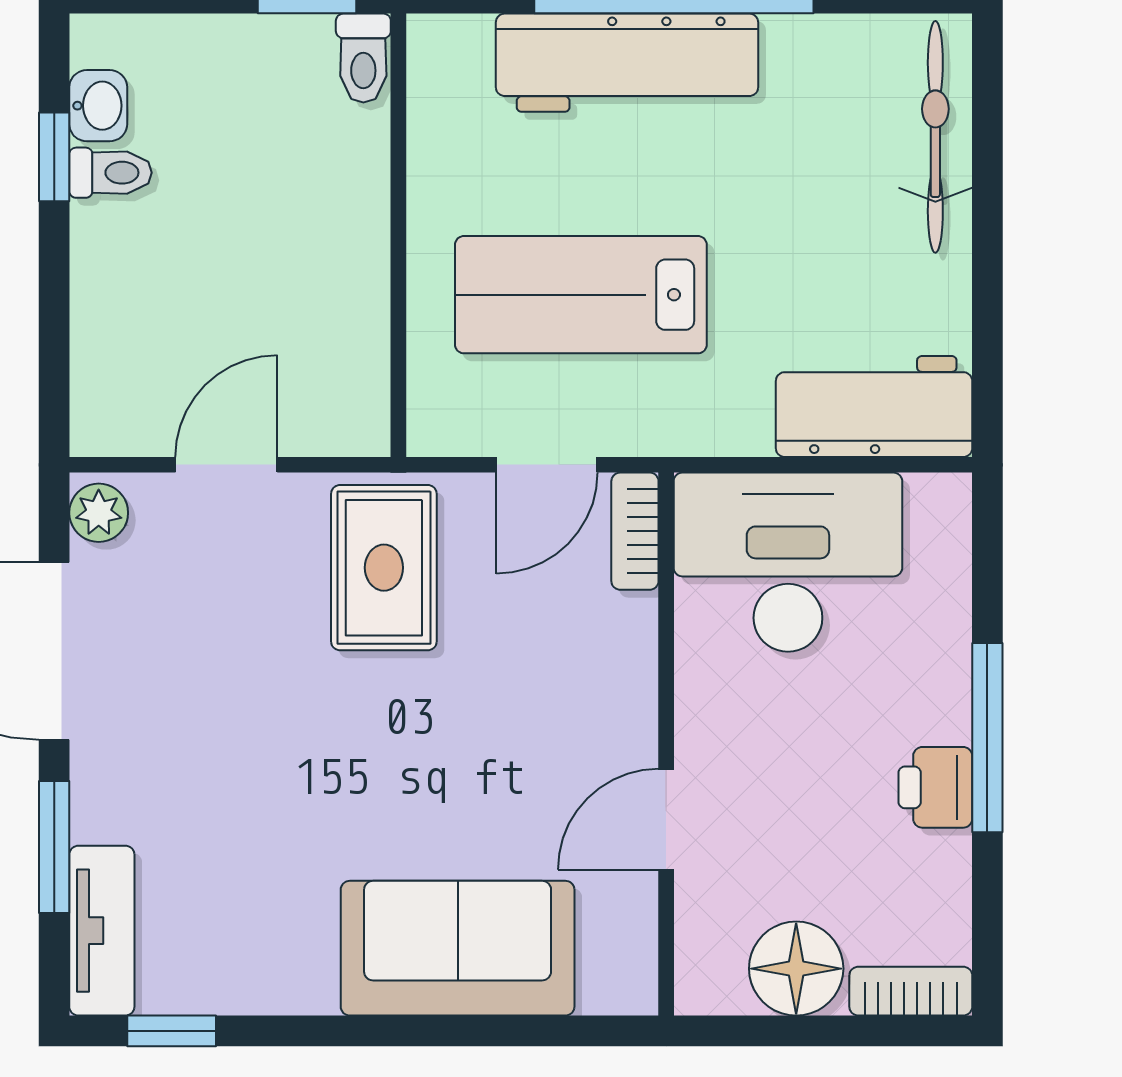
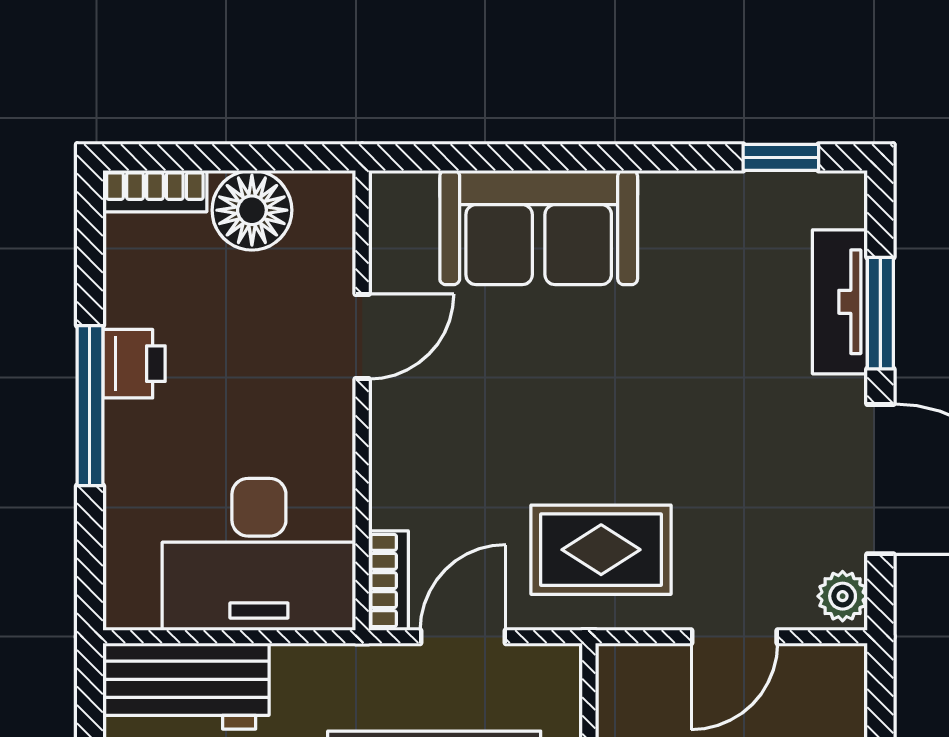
rug: (384, 568) -> (601, 550), turned 90
tv unit: (102, 931) -> (840, 302), moved

